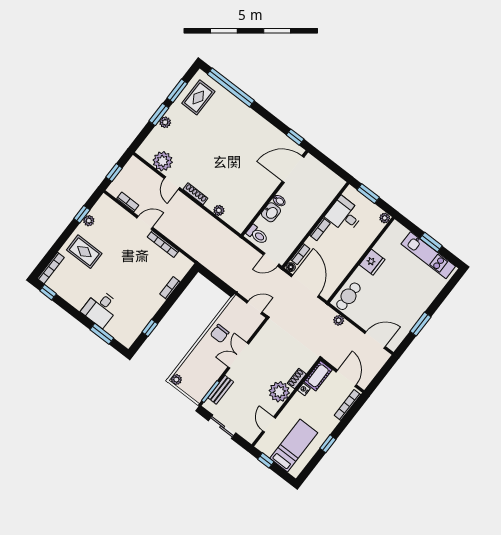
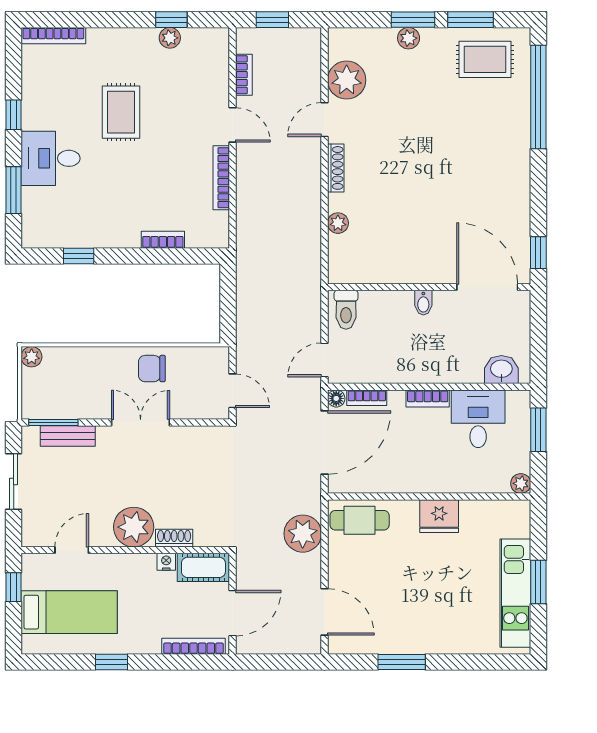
washbasin: (271, 212) -> (501, 370), moved, turned 180
rug: (84, 252) -> (121, 112), moved
door: (271, 260) -> (324, 360), hinge flipped
window: (48, 292) -> (14, 115), moved
plant: (339, 320) -> (303, 534), width x1.87, depth x1.87

